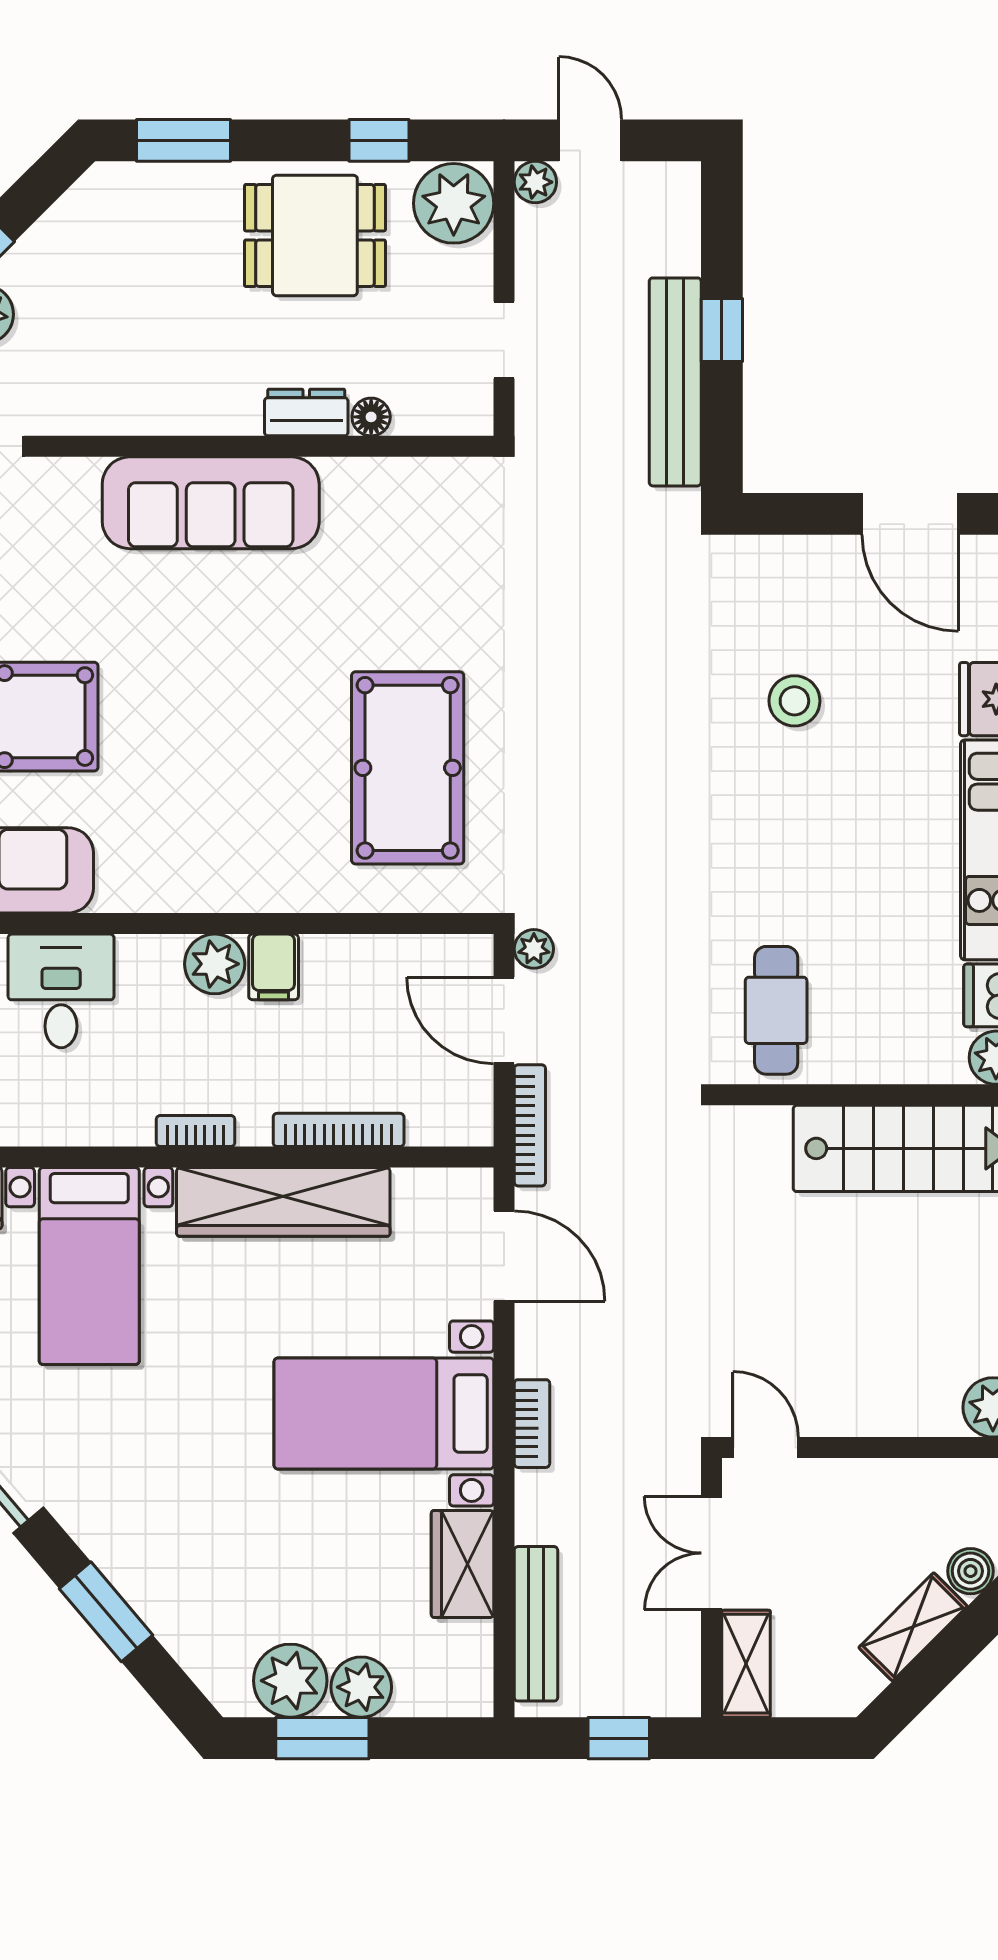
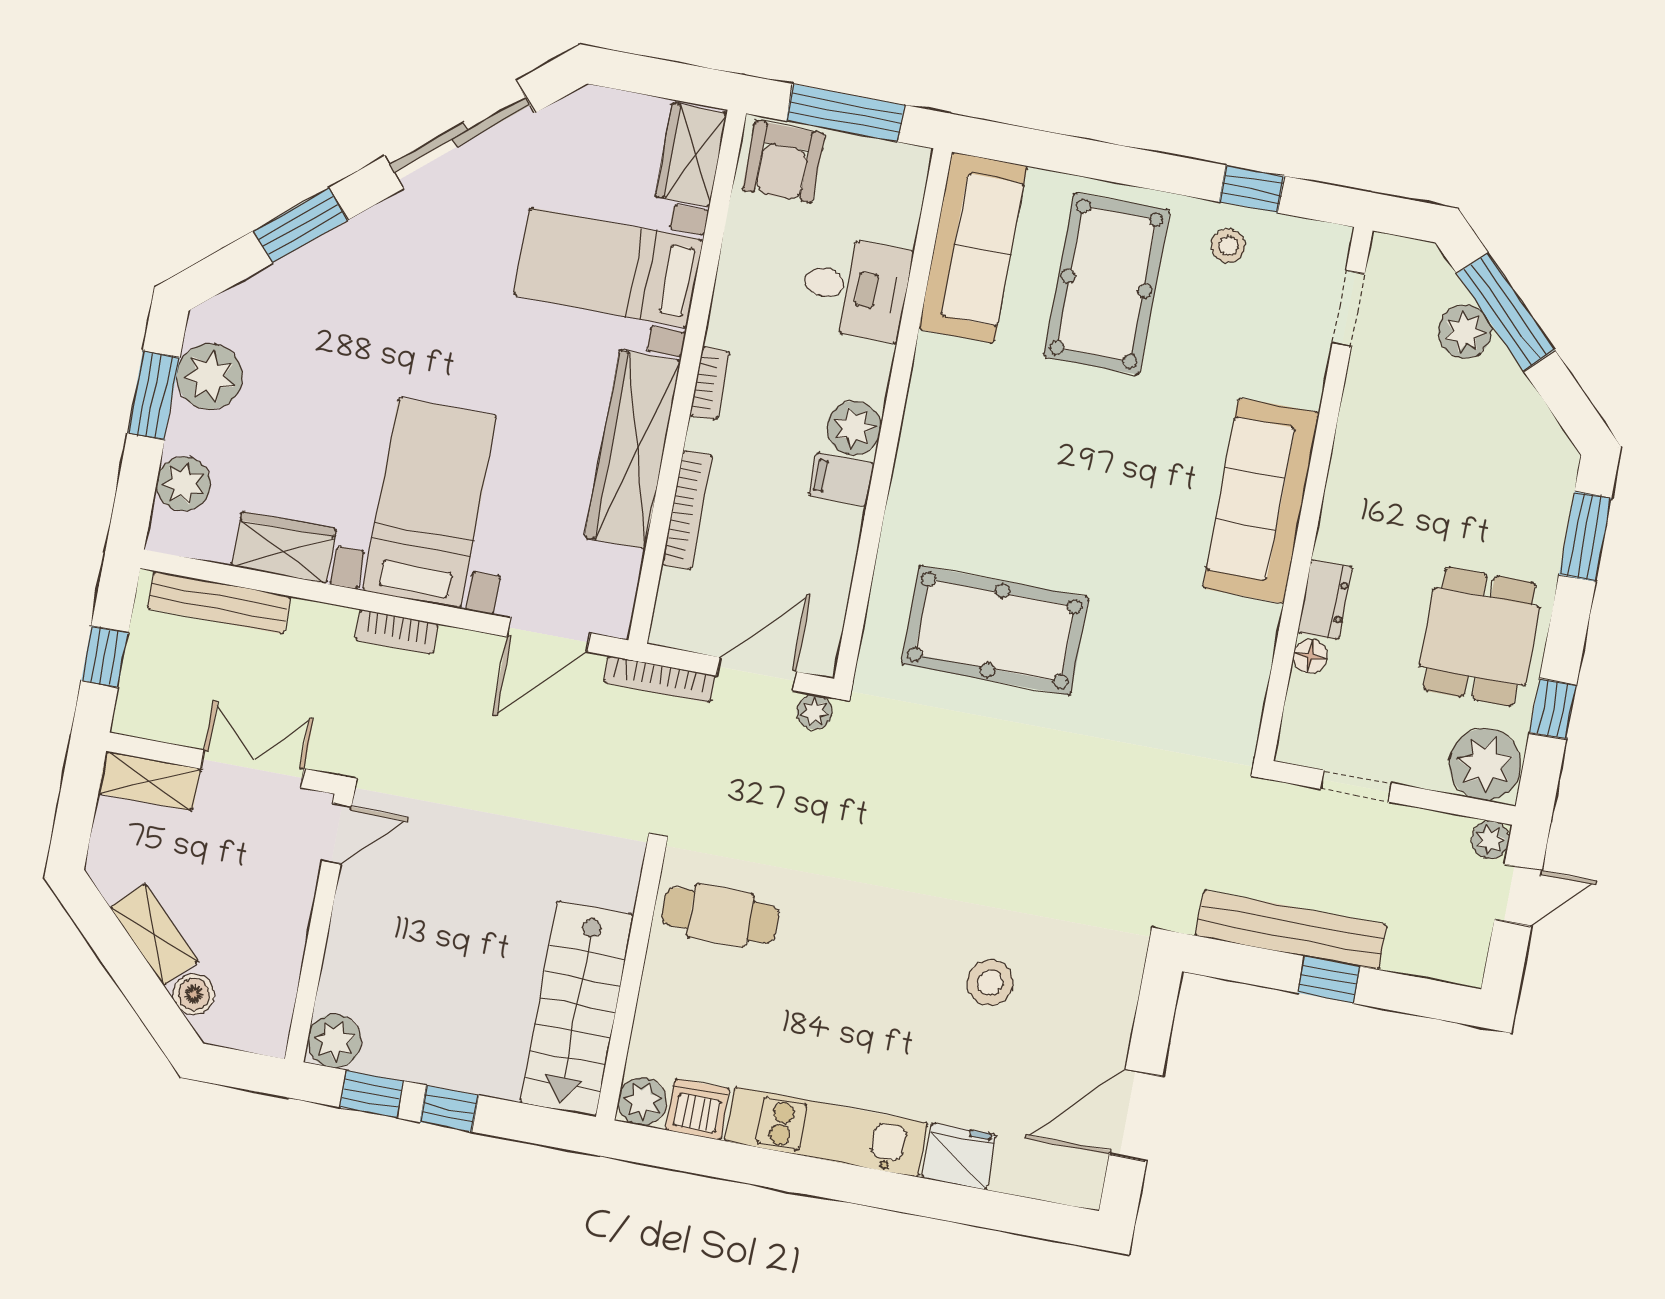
plant: (361, 1687) -> (184, 484), moved

